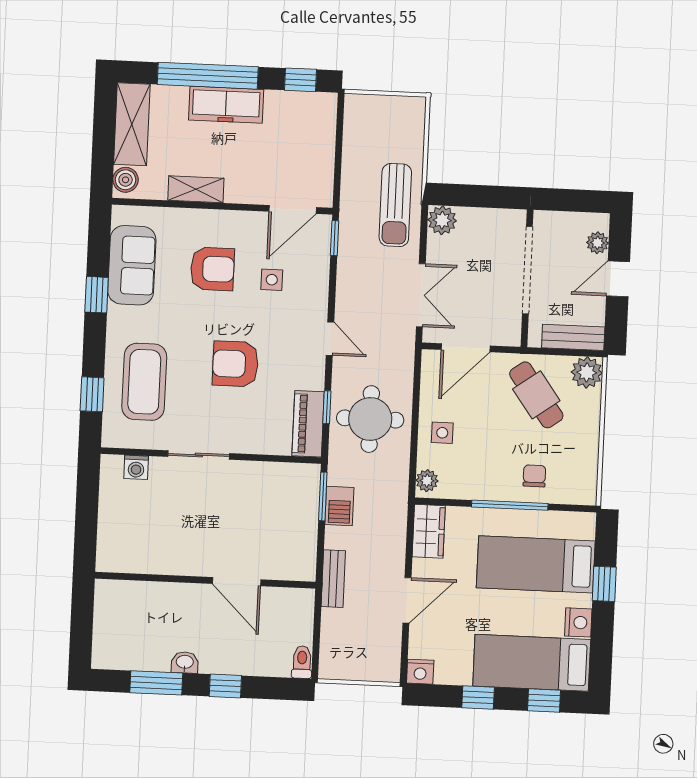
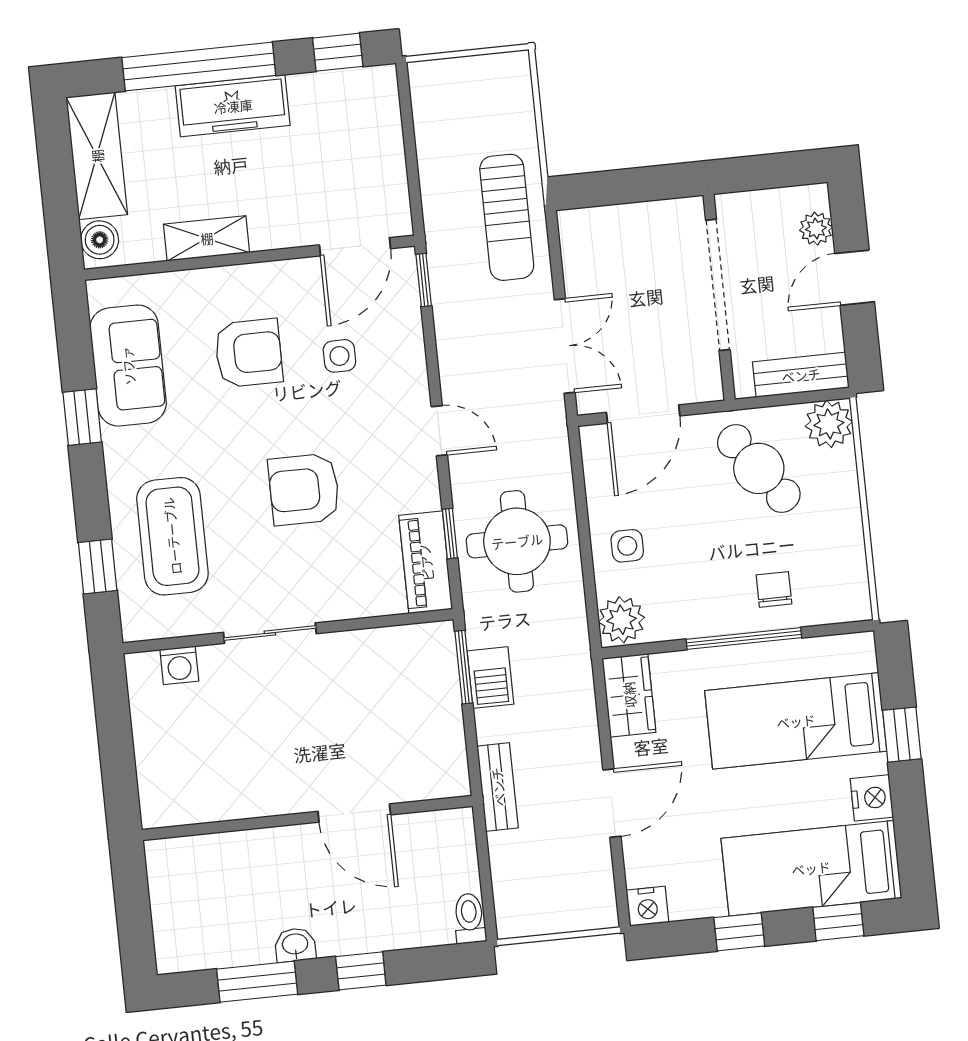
plant: (442, 220) -> (580, 230), removed
plant: (427, 481) -> (621, 620), width x1.38, depth x1.38

